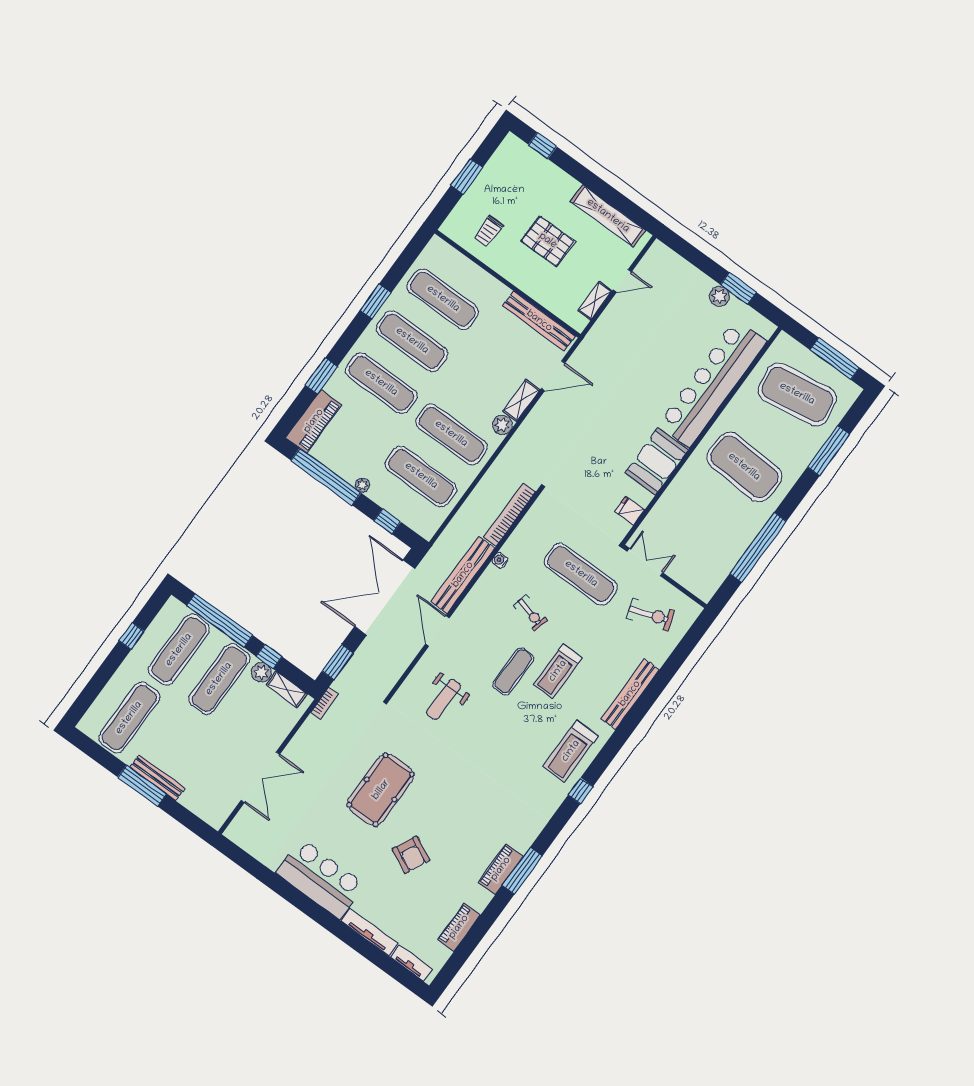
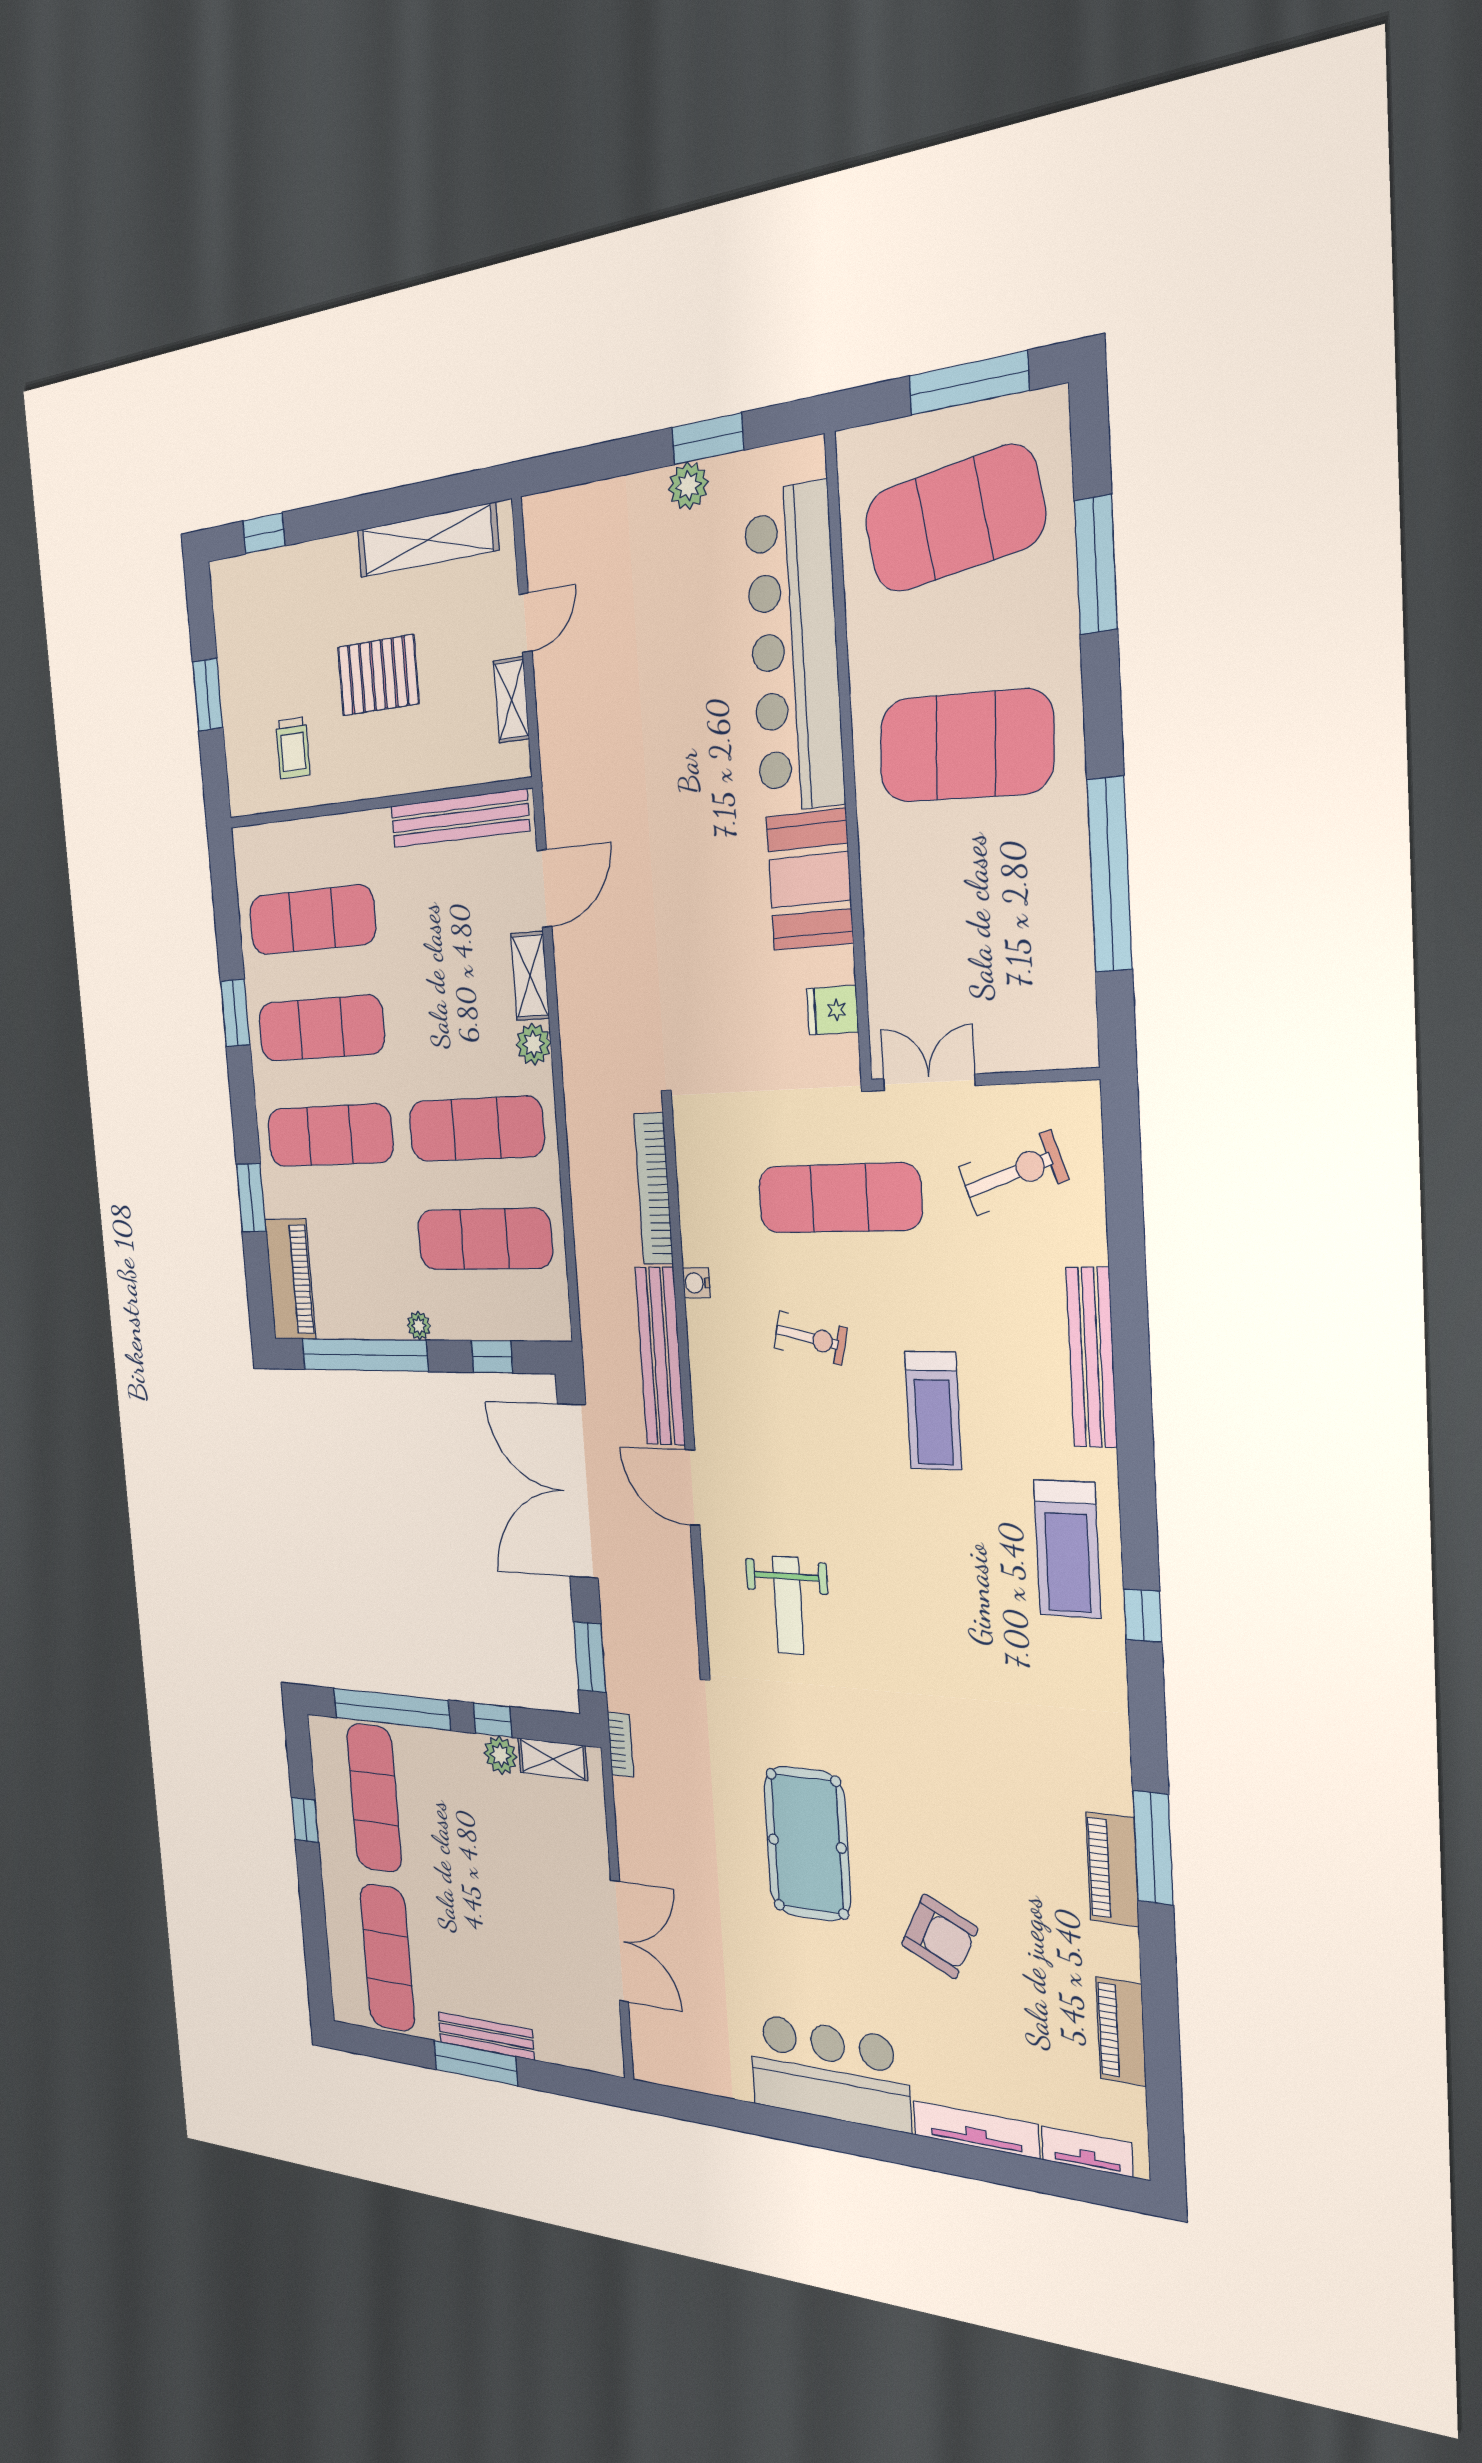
exercise mat: (513, 671) -> (860, 1468), removed
exercise mat: (219, 679) -> (455, 1809), removed

